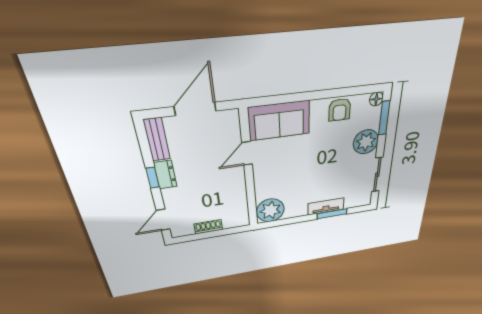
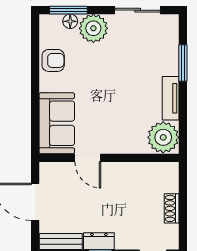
floor lamp: (376, 99) -> (70, 21), moved
tv unit: (326, 206) -> (171, 98), moved

